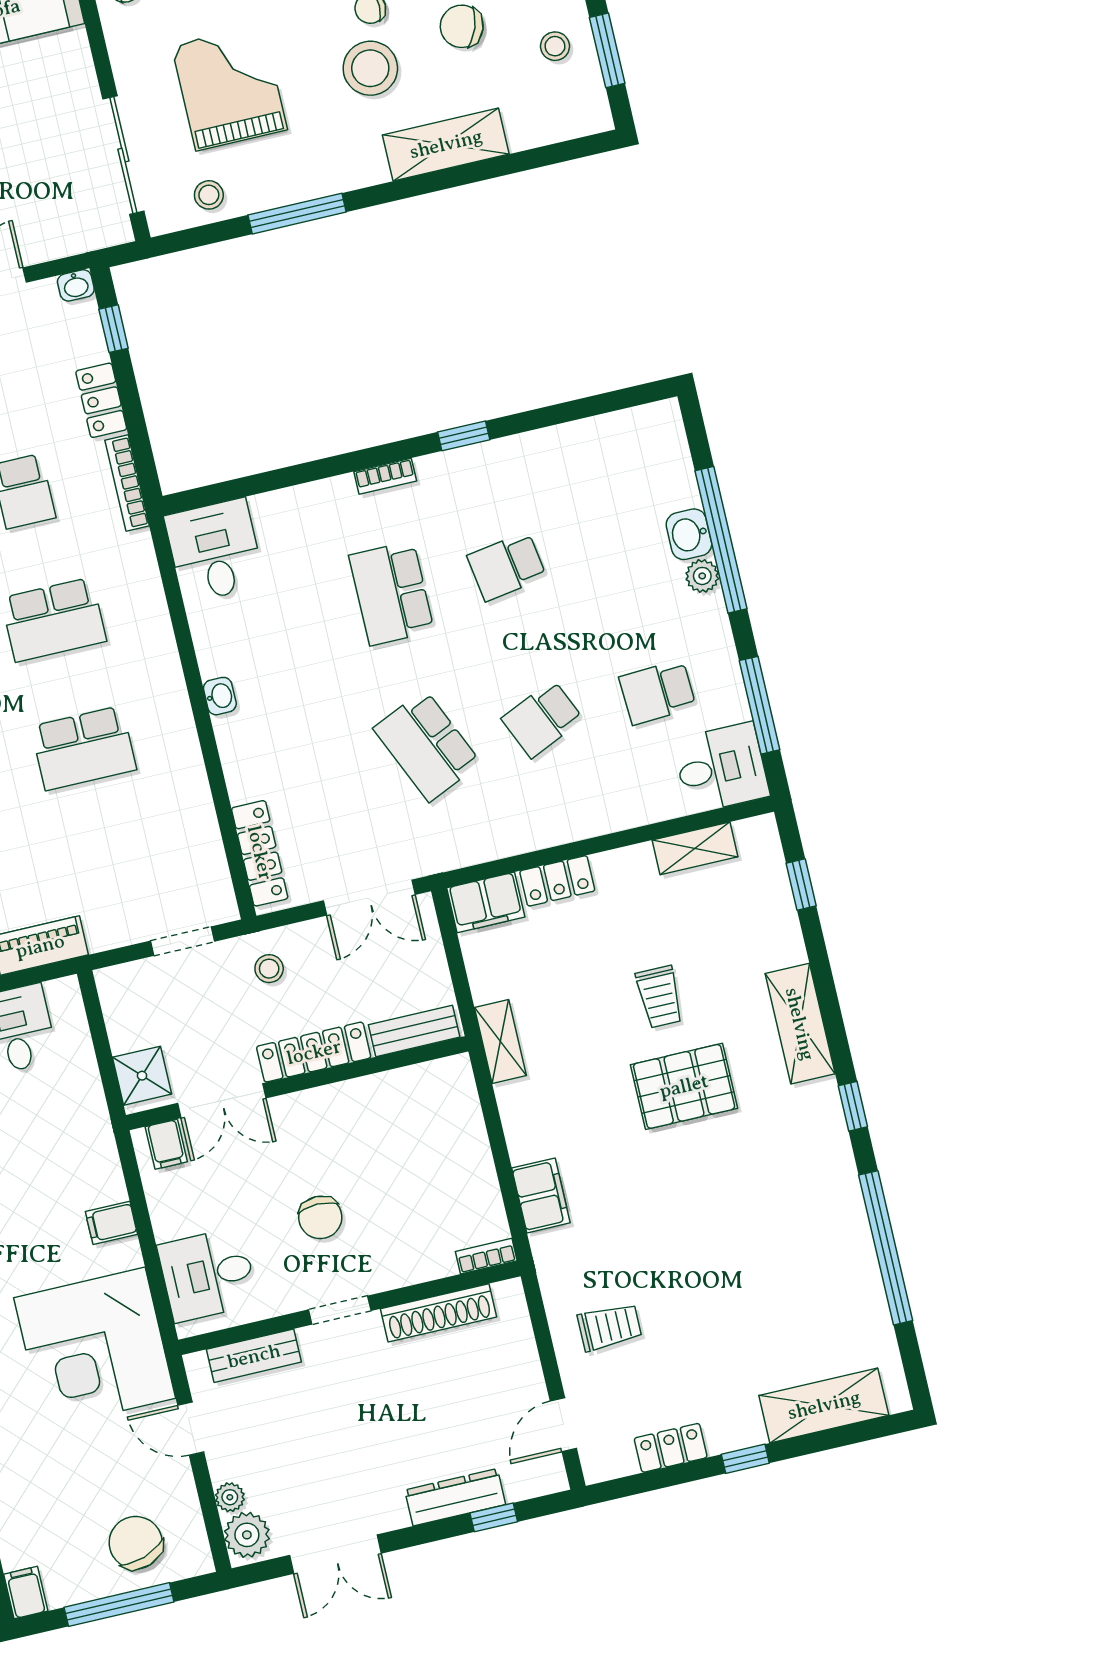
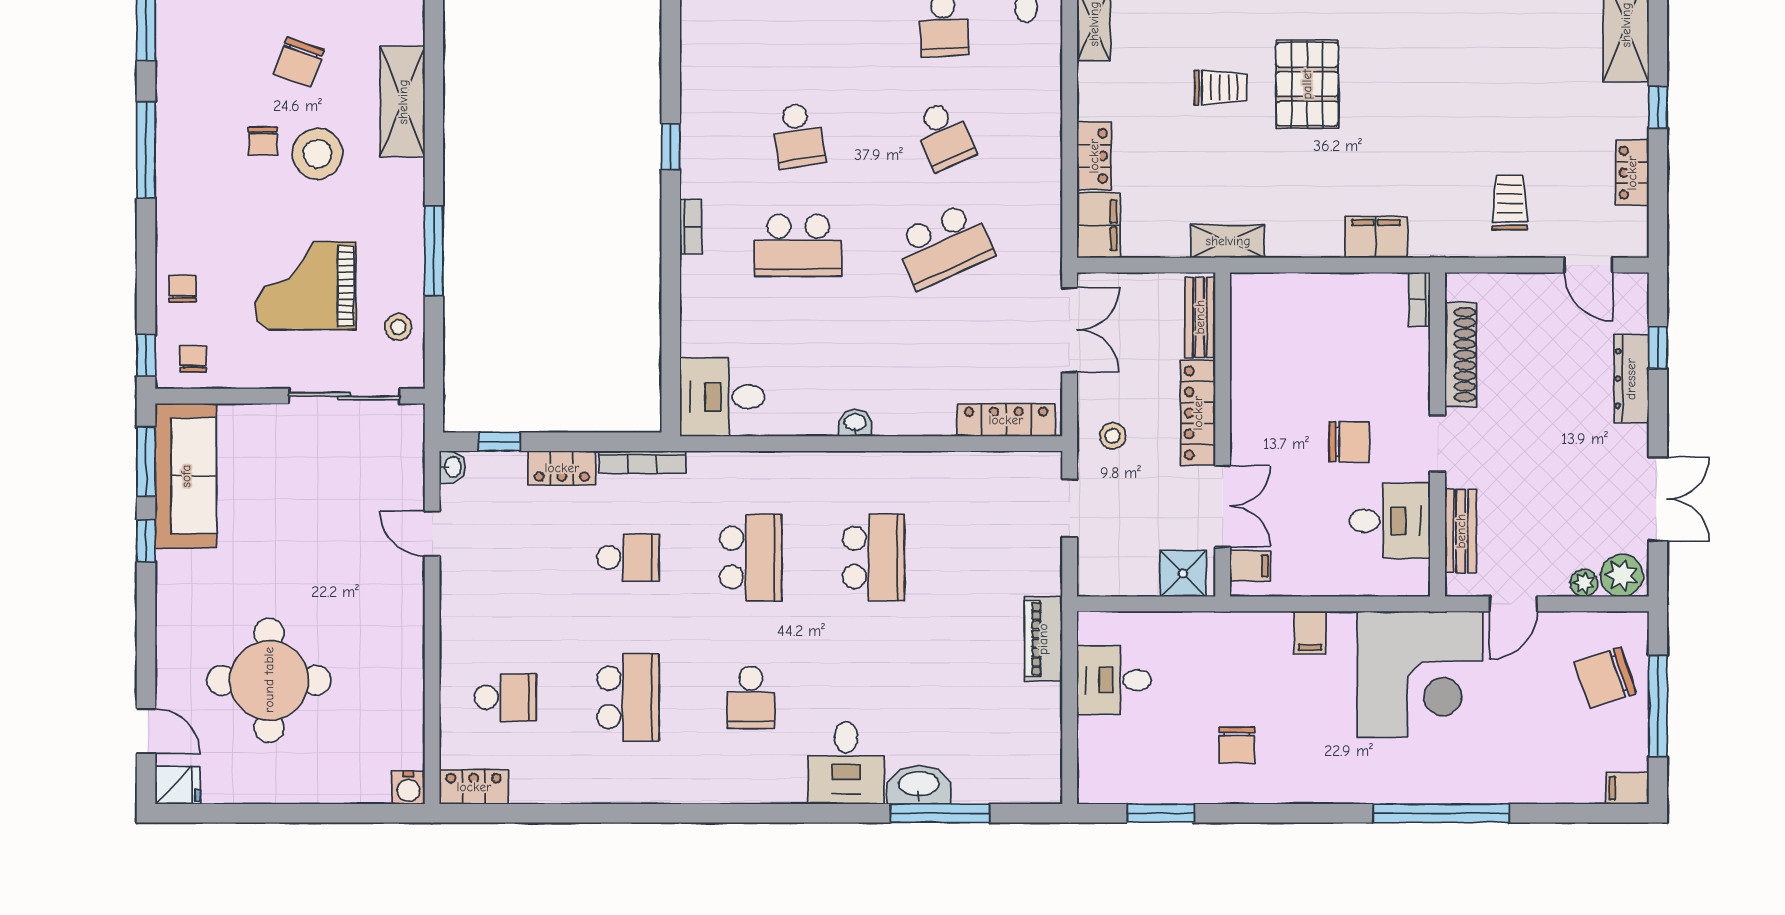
desk: (208, 1275) -> (1390, 521), moved, turned -90

